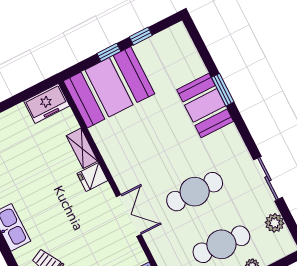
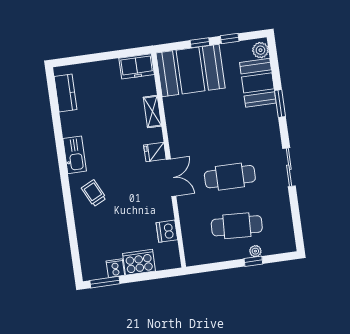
booth: (205, 105) -> (258, 83), moved
fridge: (92, 177) -> (155, 152), moved
sliding door: (268, 179) -> (289, 167), moved
plant: (275, 223) -> (260, 50), moved

